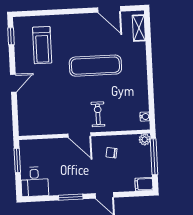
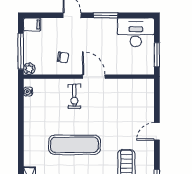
desk: (35, 182) -> (136, 32), width x1.37

